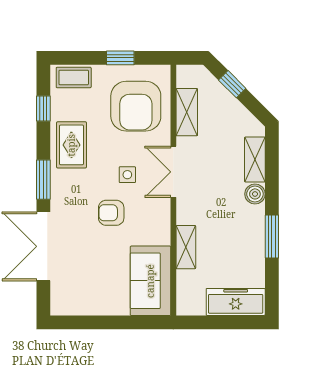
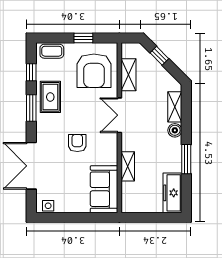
side table: (127, 175) -> (48, 206), moved
window: (43, 180) -> (31, 108), moved
armchair: (111, 213) -> (77, 143), turned 90
freezer: (236, 302) -> (172, 193), moved, turned -90

